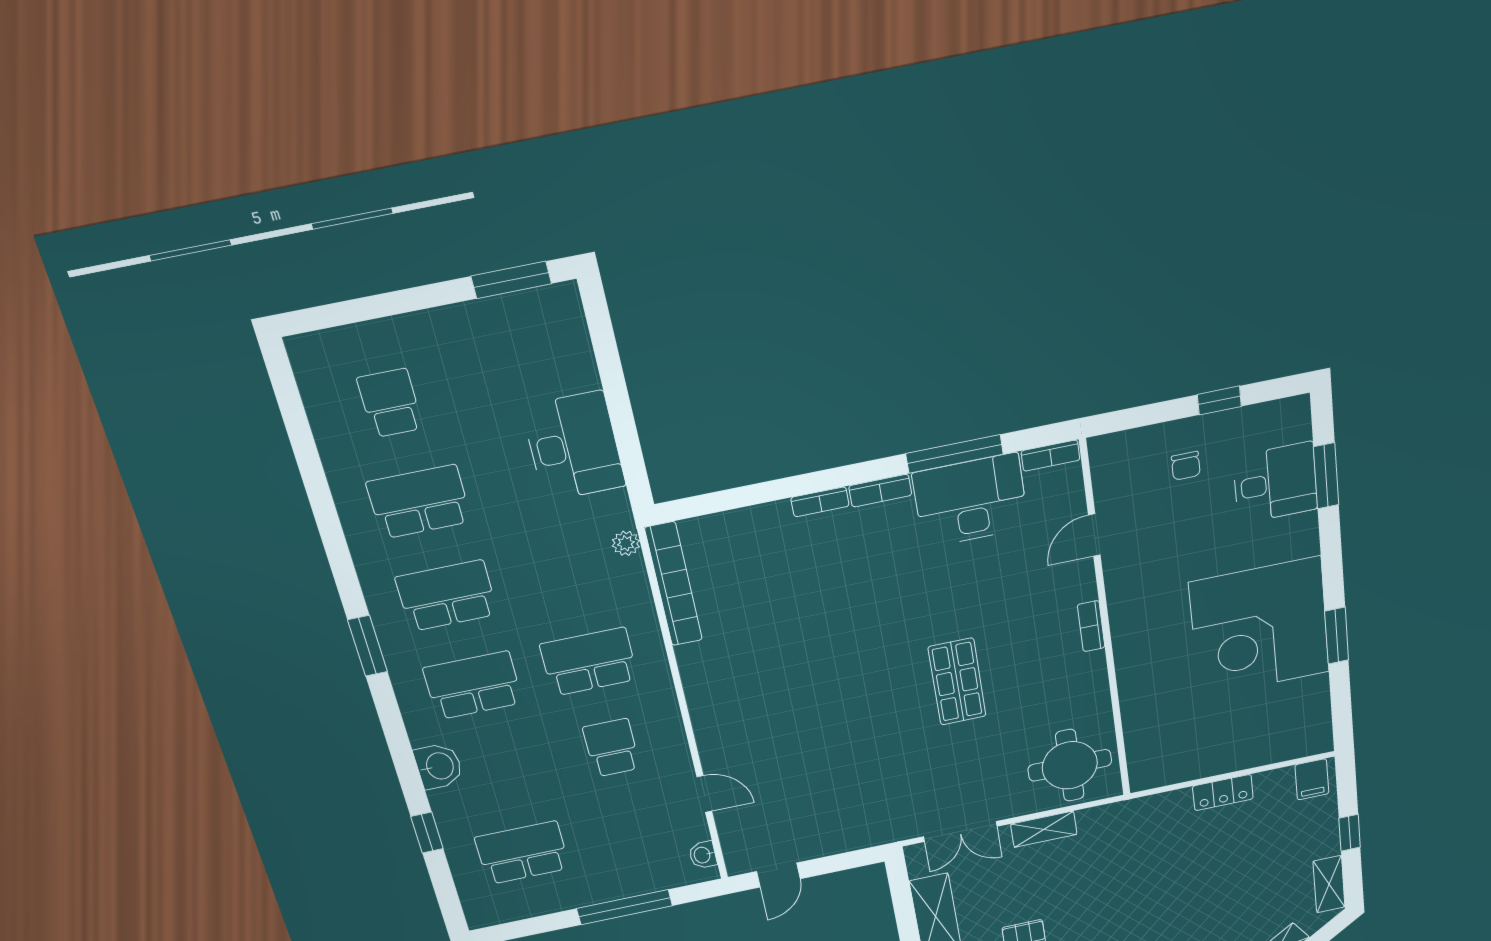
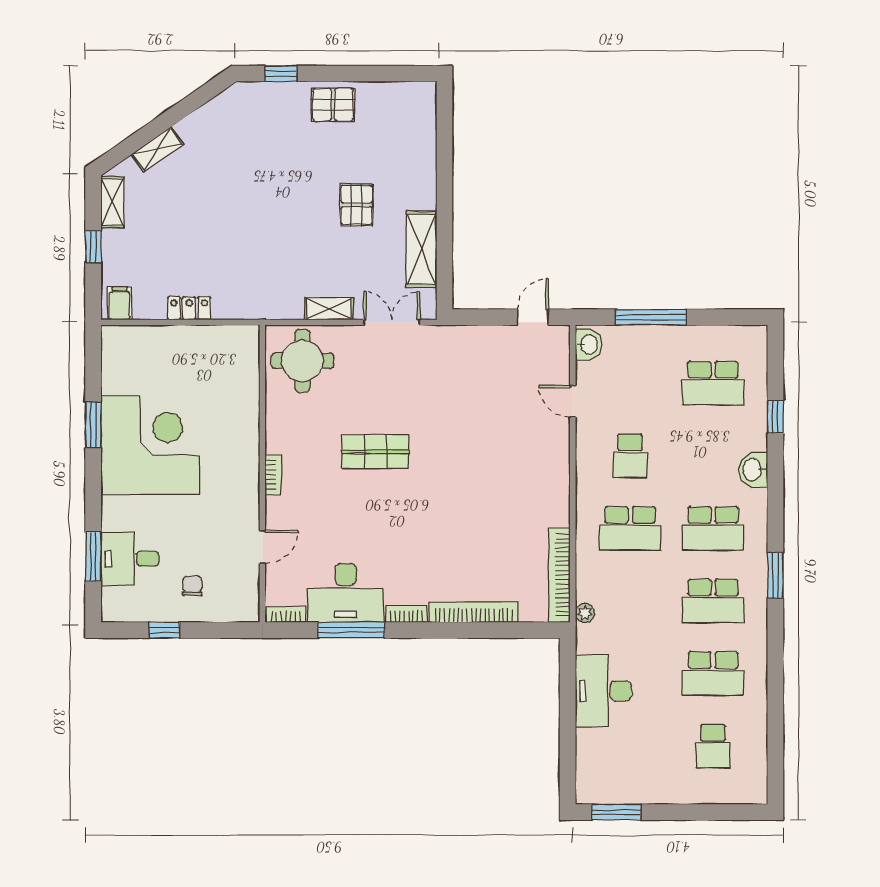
bookcase: (820, 502) -> (474, 612), width x2.31, depth x1.31
shop shelf: (957, 682) -> (375, 452), turned 90
washbasin: (703, 855) -> (589, 345), width x1.38, depth x1.45

